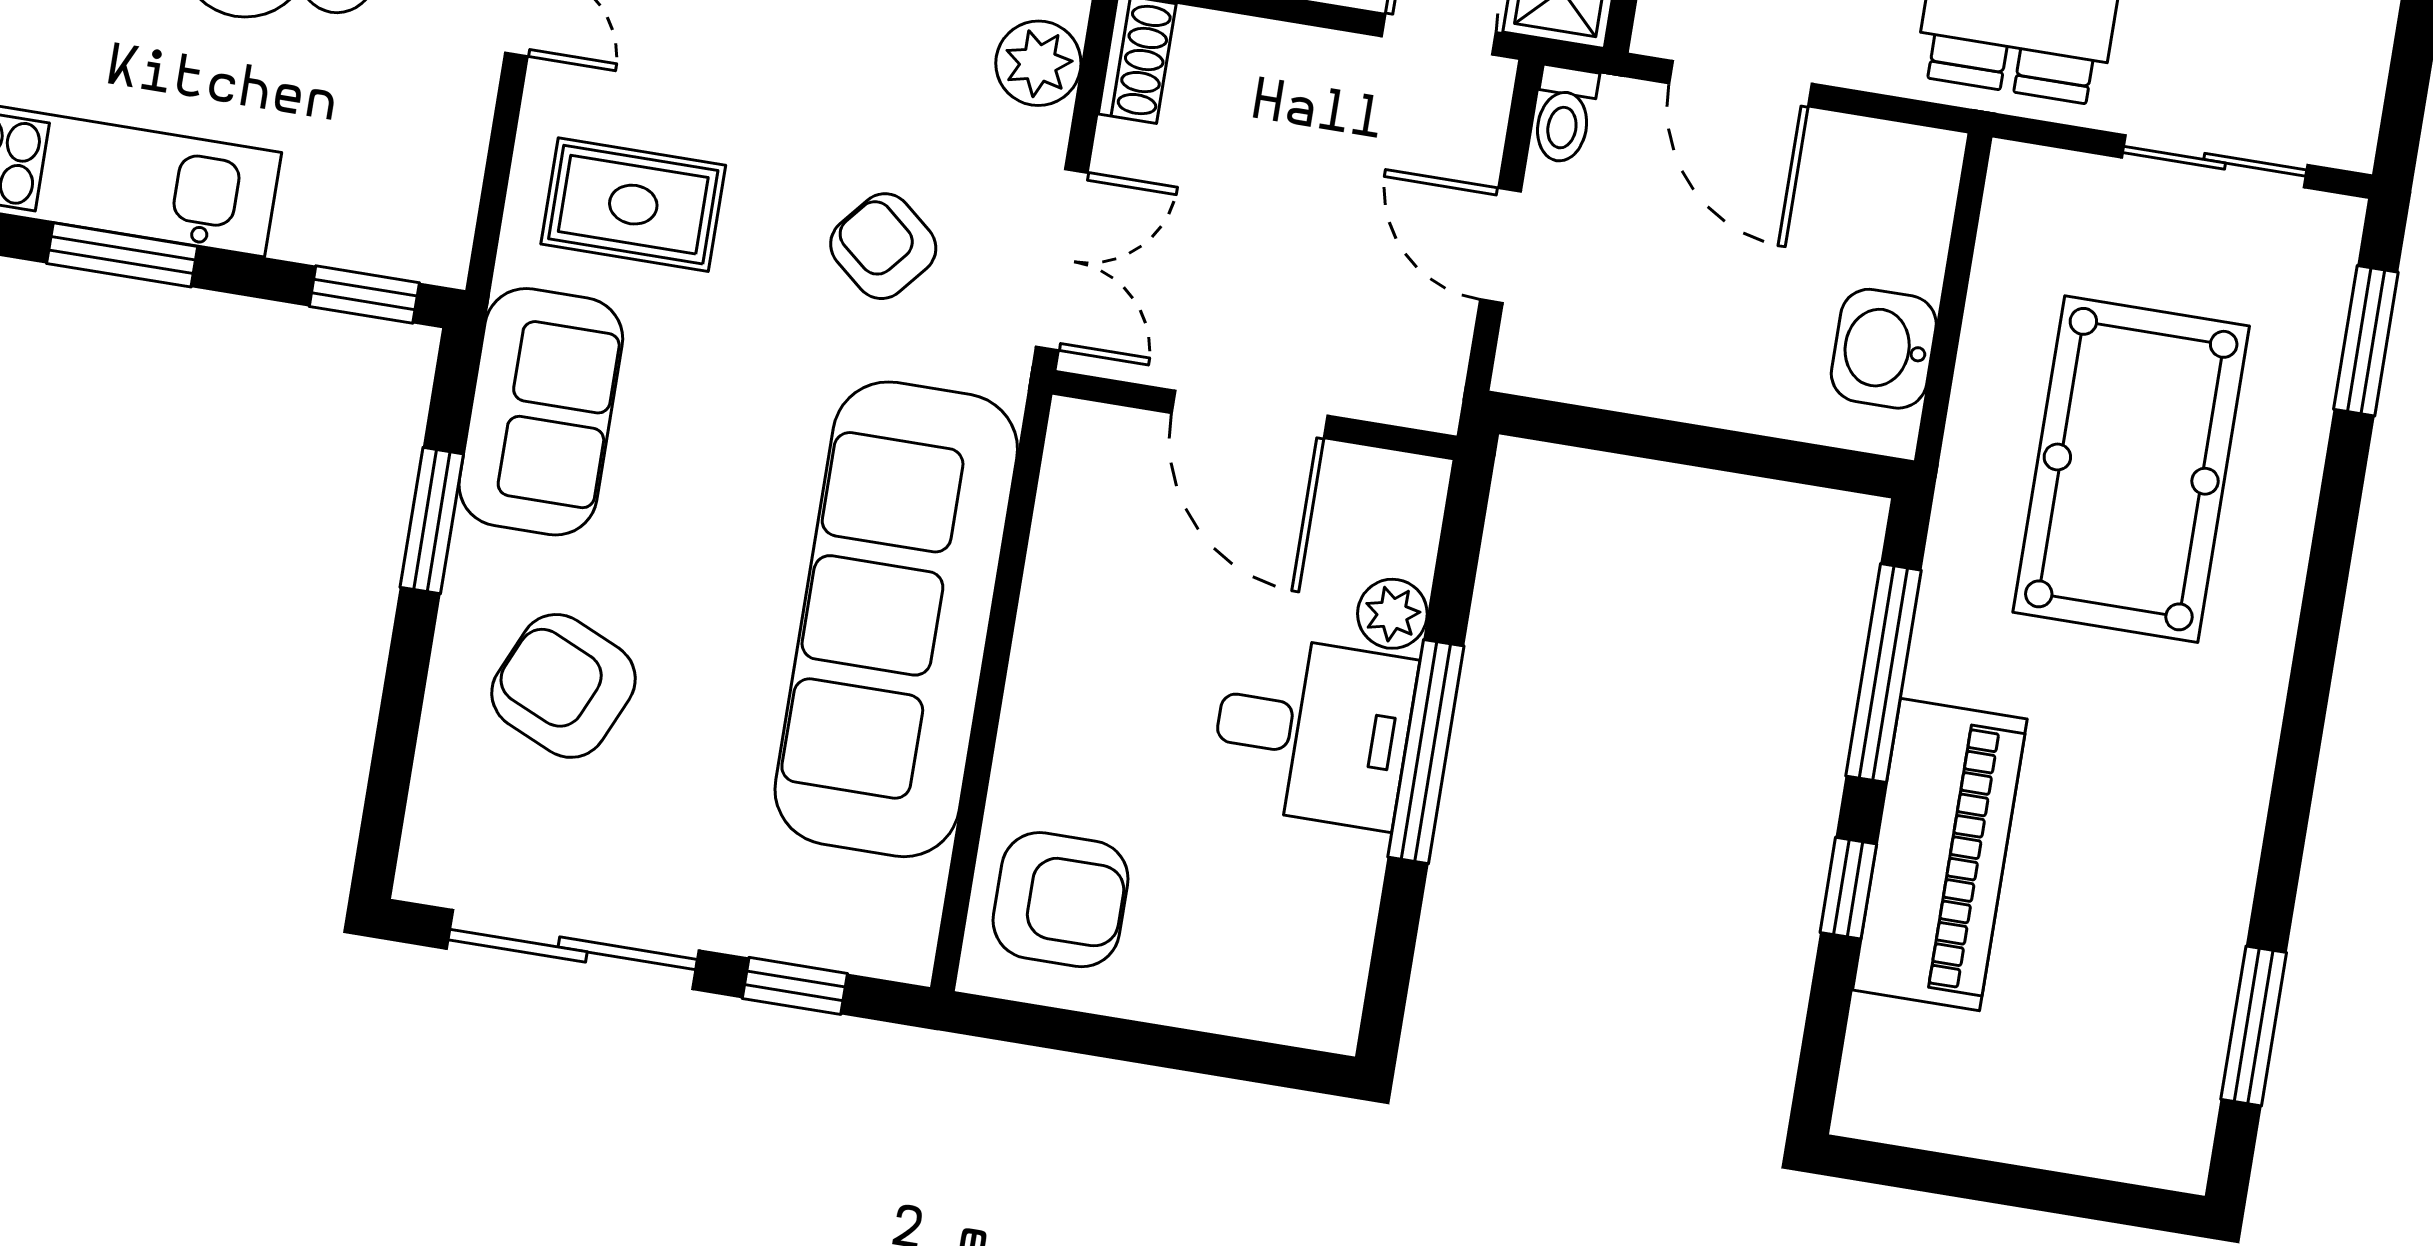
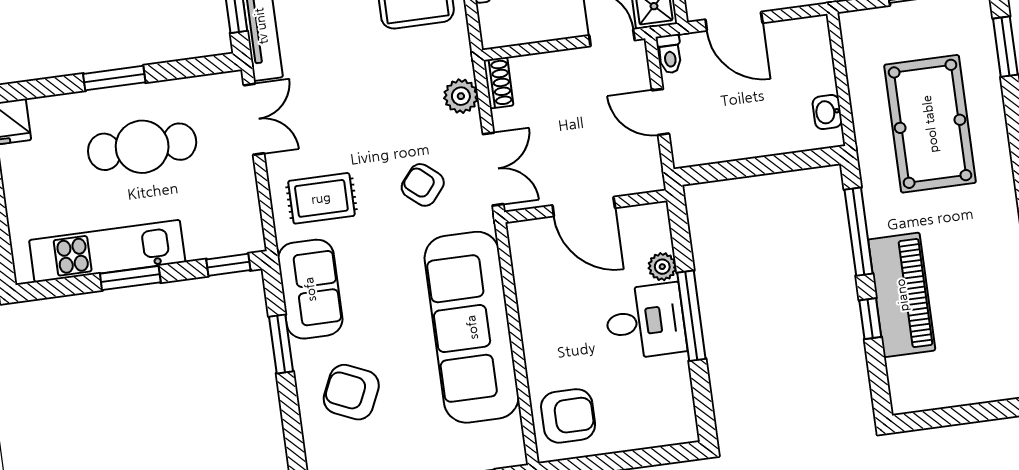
washbasin: (1884, 349) -> (827, 112), width x0.72, depth x0.69

